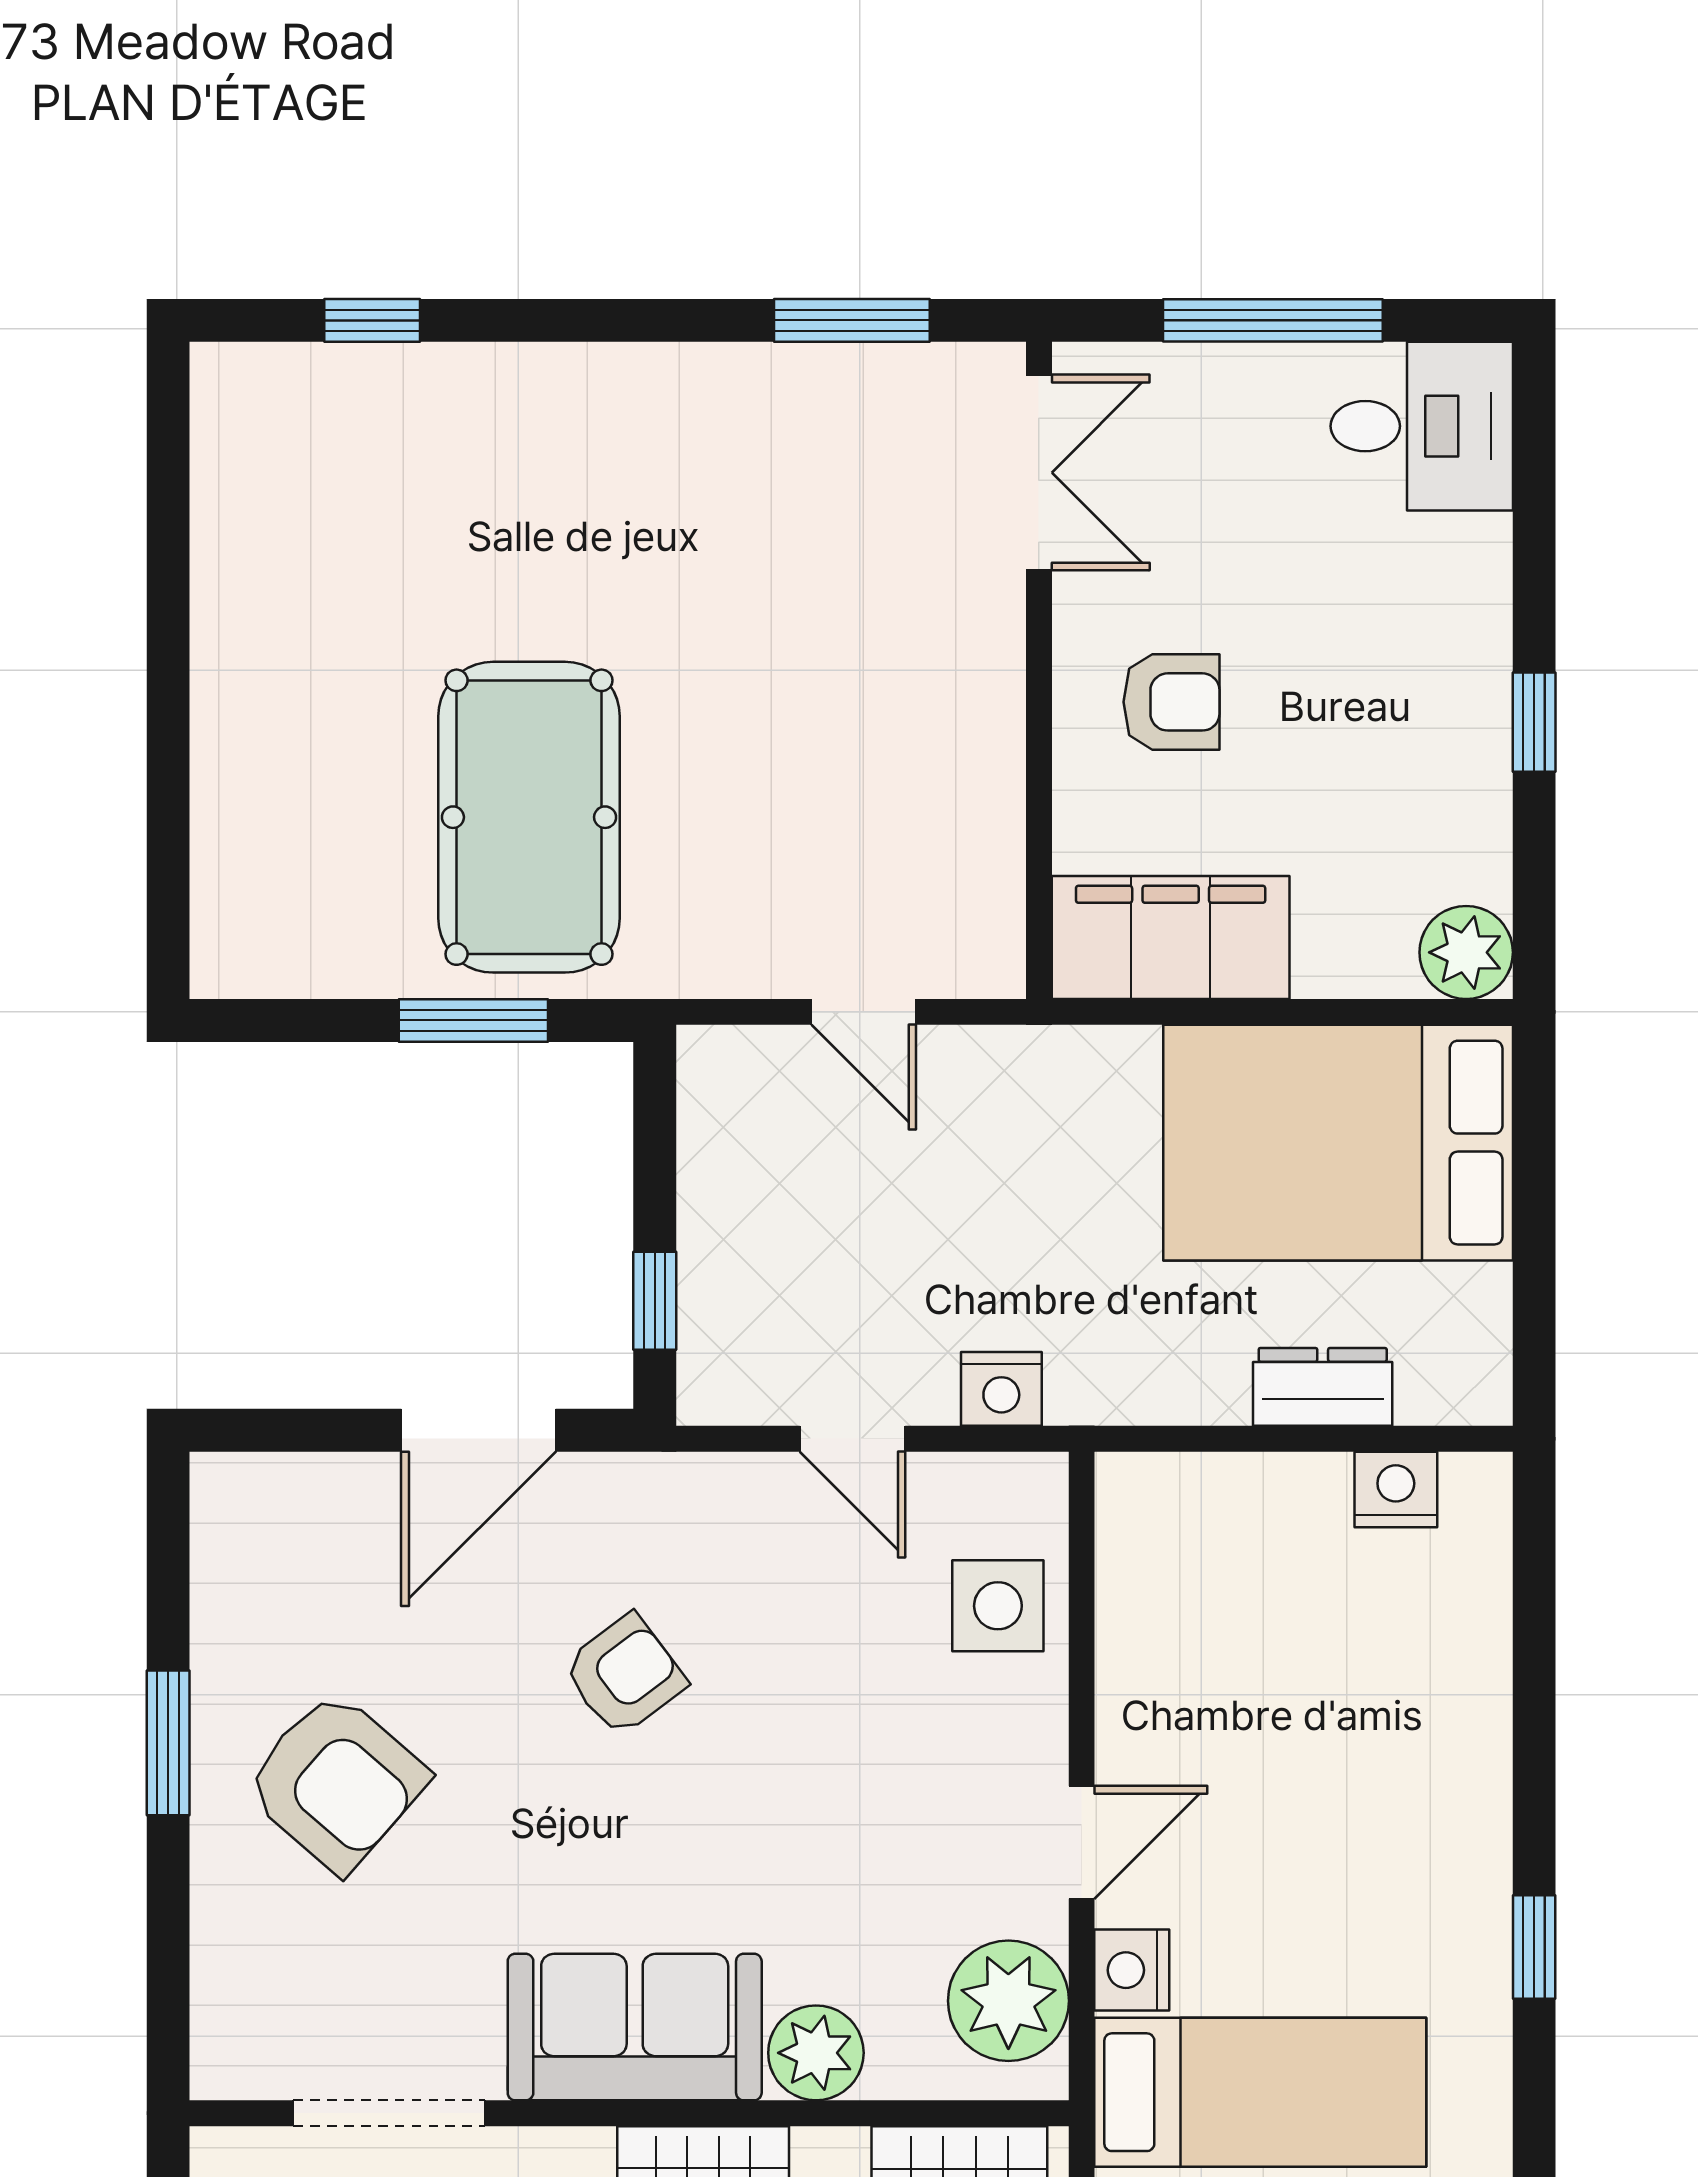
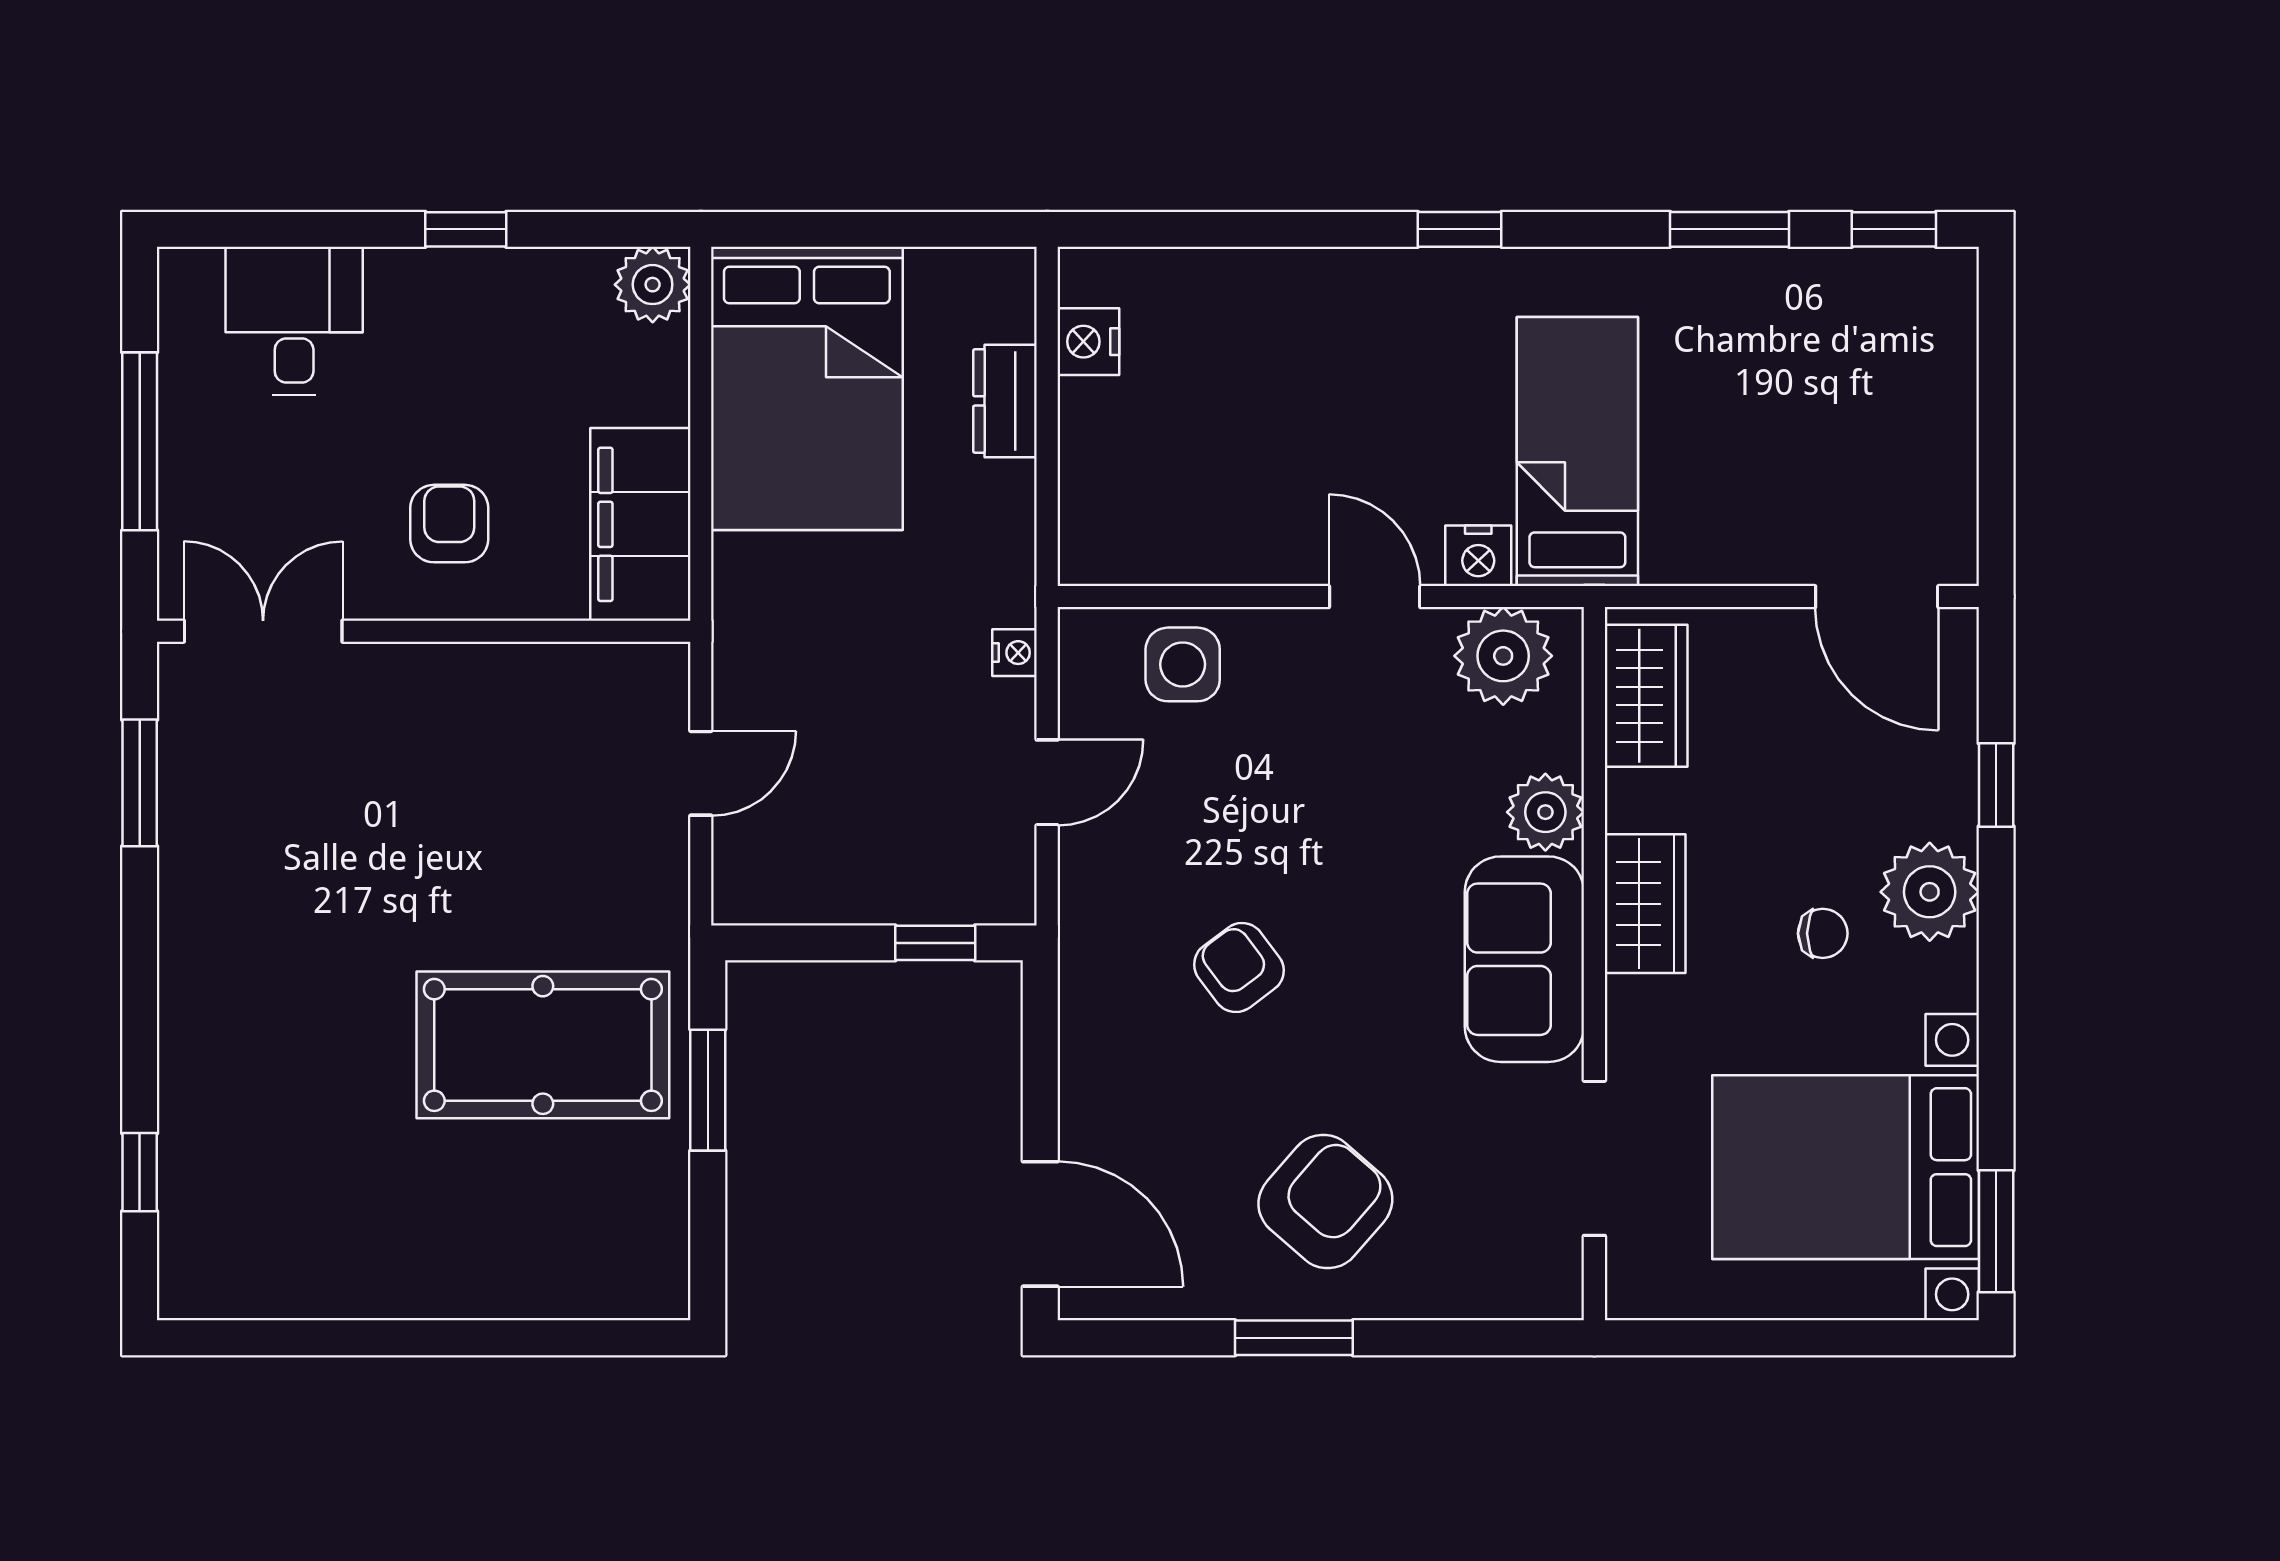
desk: (1422, 426) -> (294, 321), moved
nightstand: (1001, 1389) -> (1015, 653), width x0.72, depth x0.74
door: (478, 1430) -> (1040, 1224), moved

